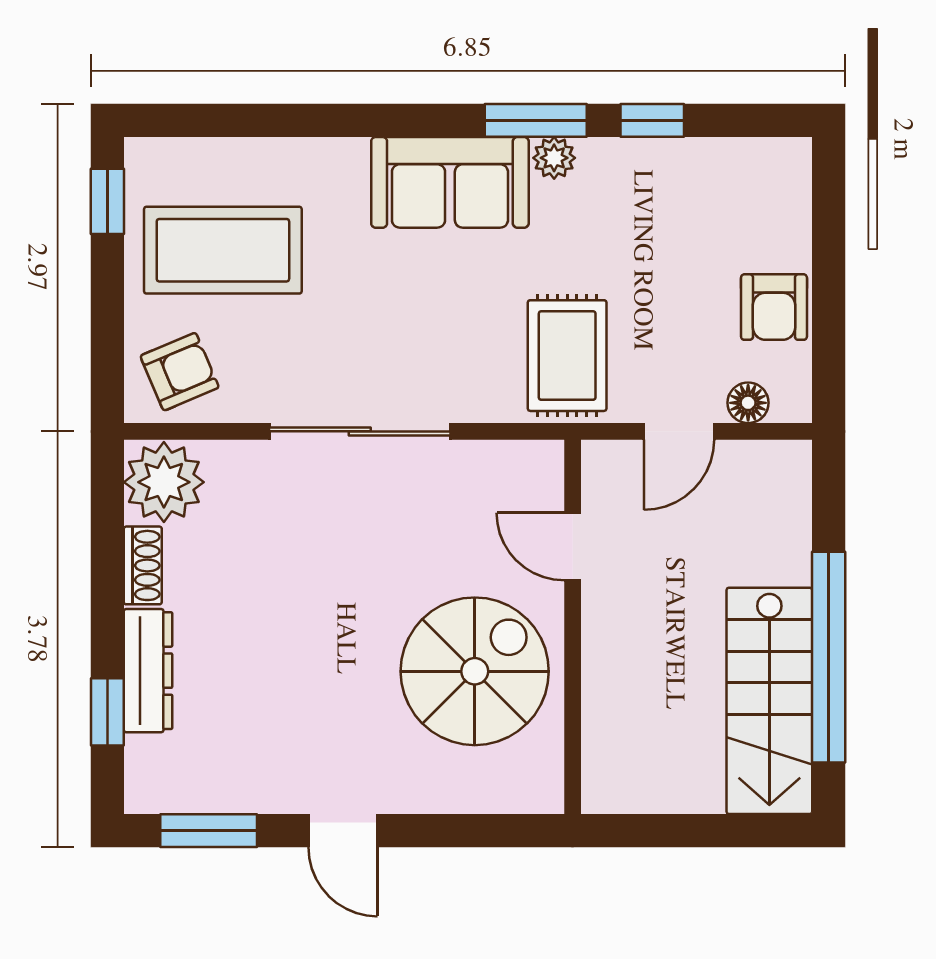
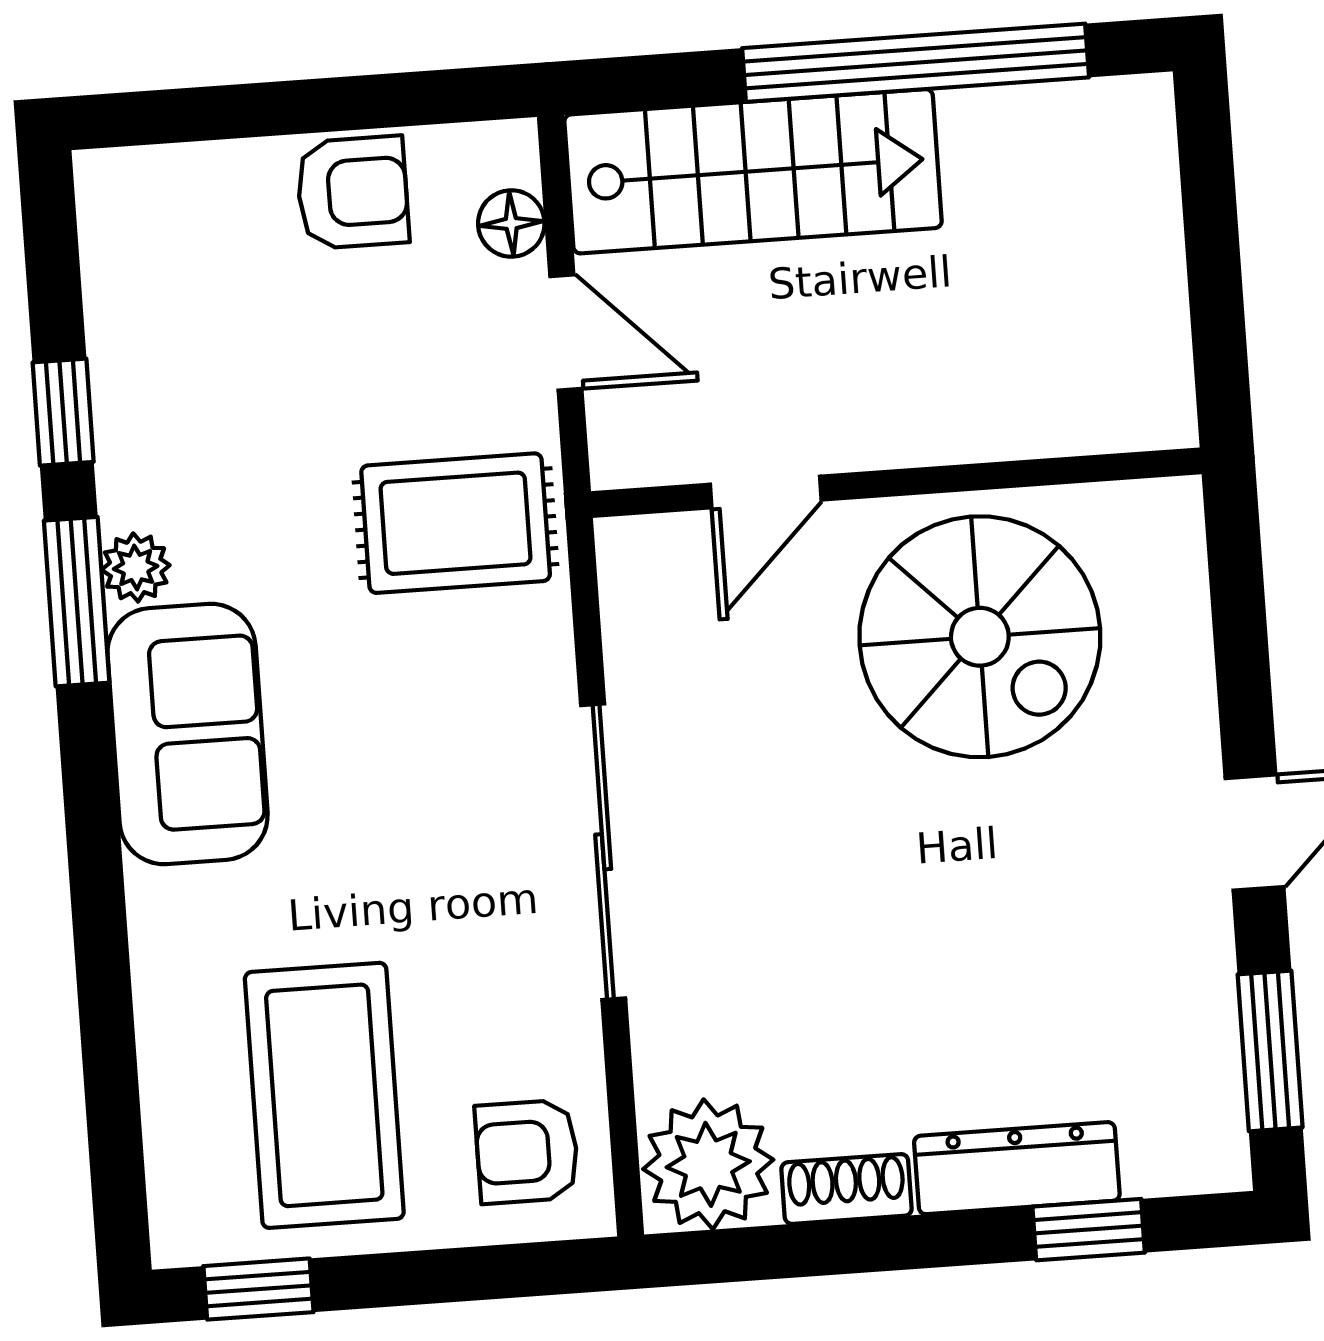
armchair: (180, 372) -> (527, 1152), turned -67
spiral stairs: (475, 671) -> (980, 637), turned 180
stairs: (769, 701) -> (753, 171), moved

